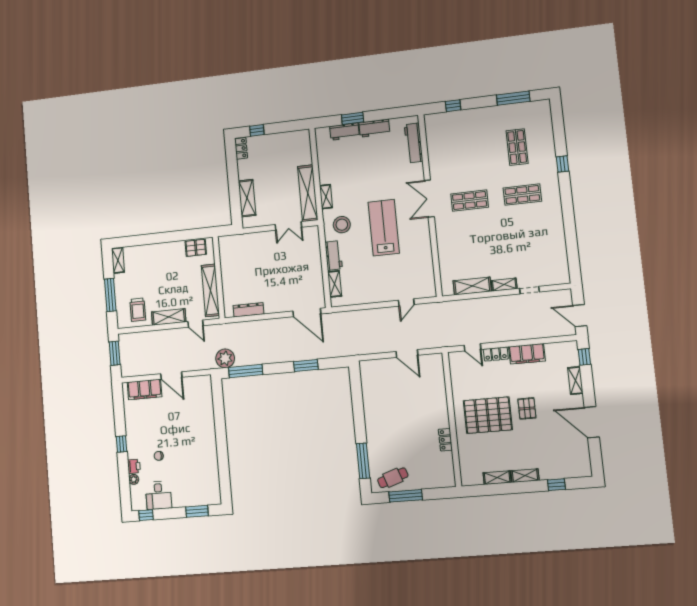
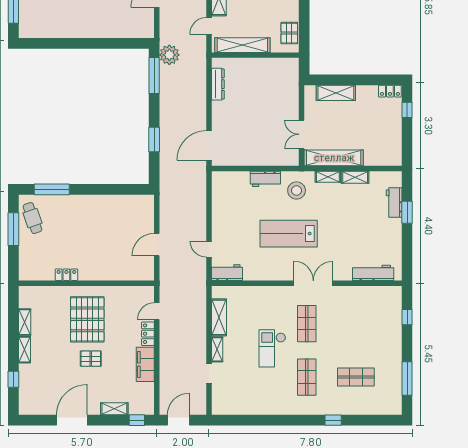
workbench: (374, 128) -> (227, 273), moved, turned 90
lab bench: (384, 228) -> (289, 234), turned 180
checkout: (497, 231) -> (272, 348), added
shelving: (335, 284) -> (355, 177), moved

